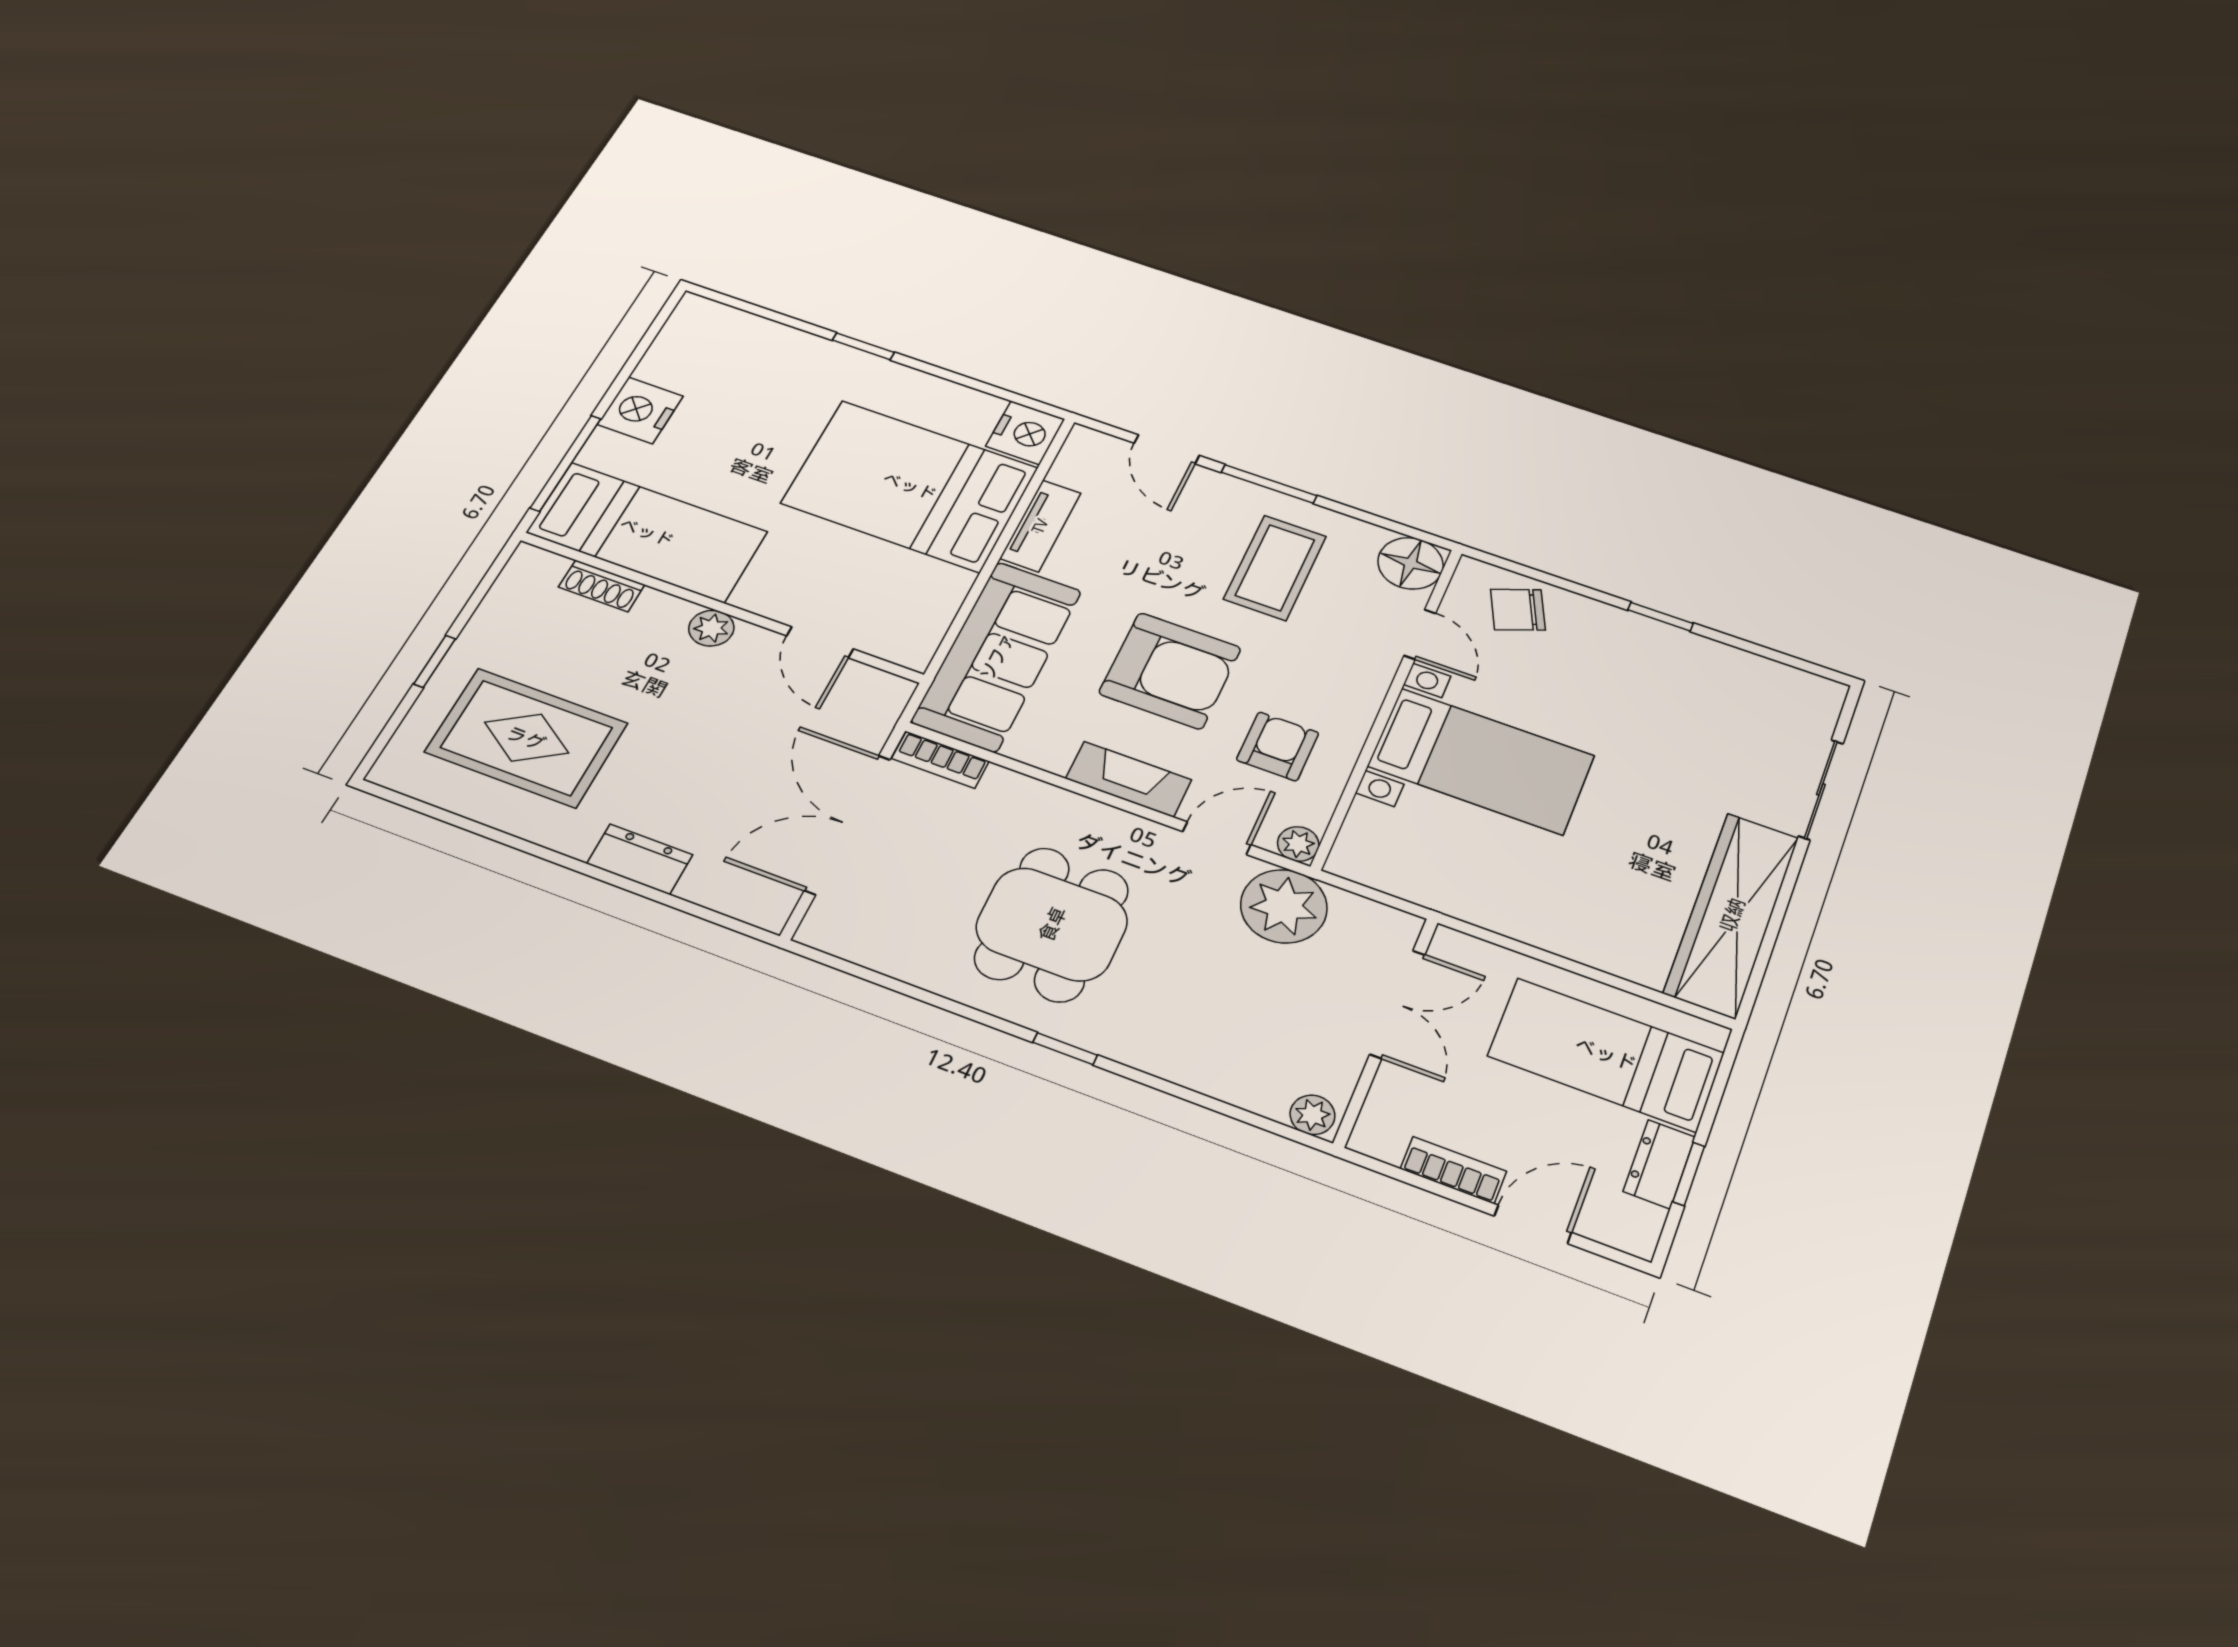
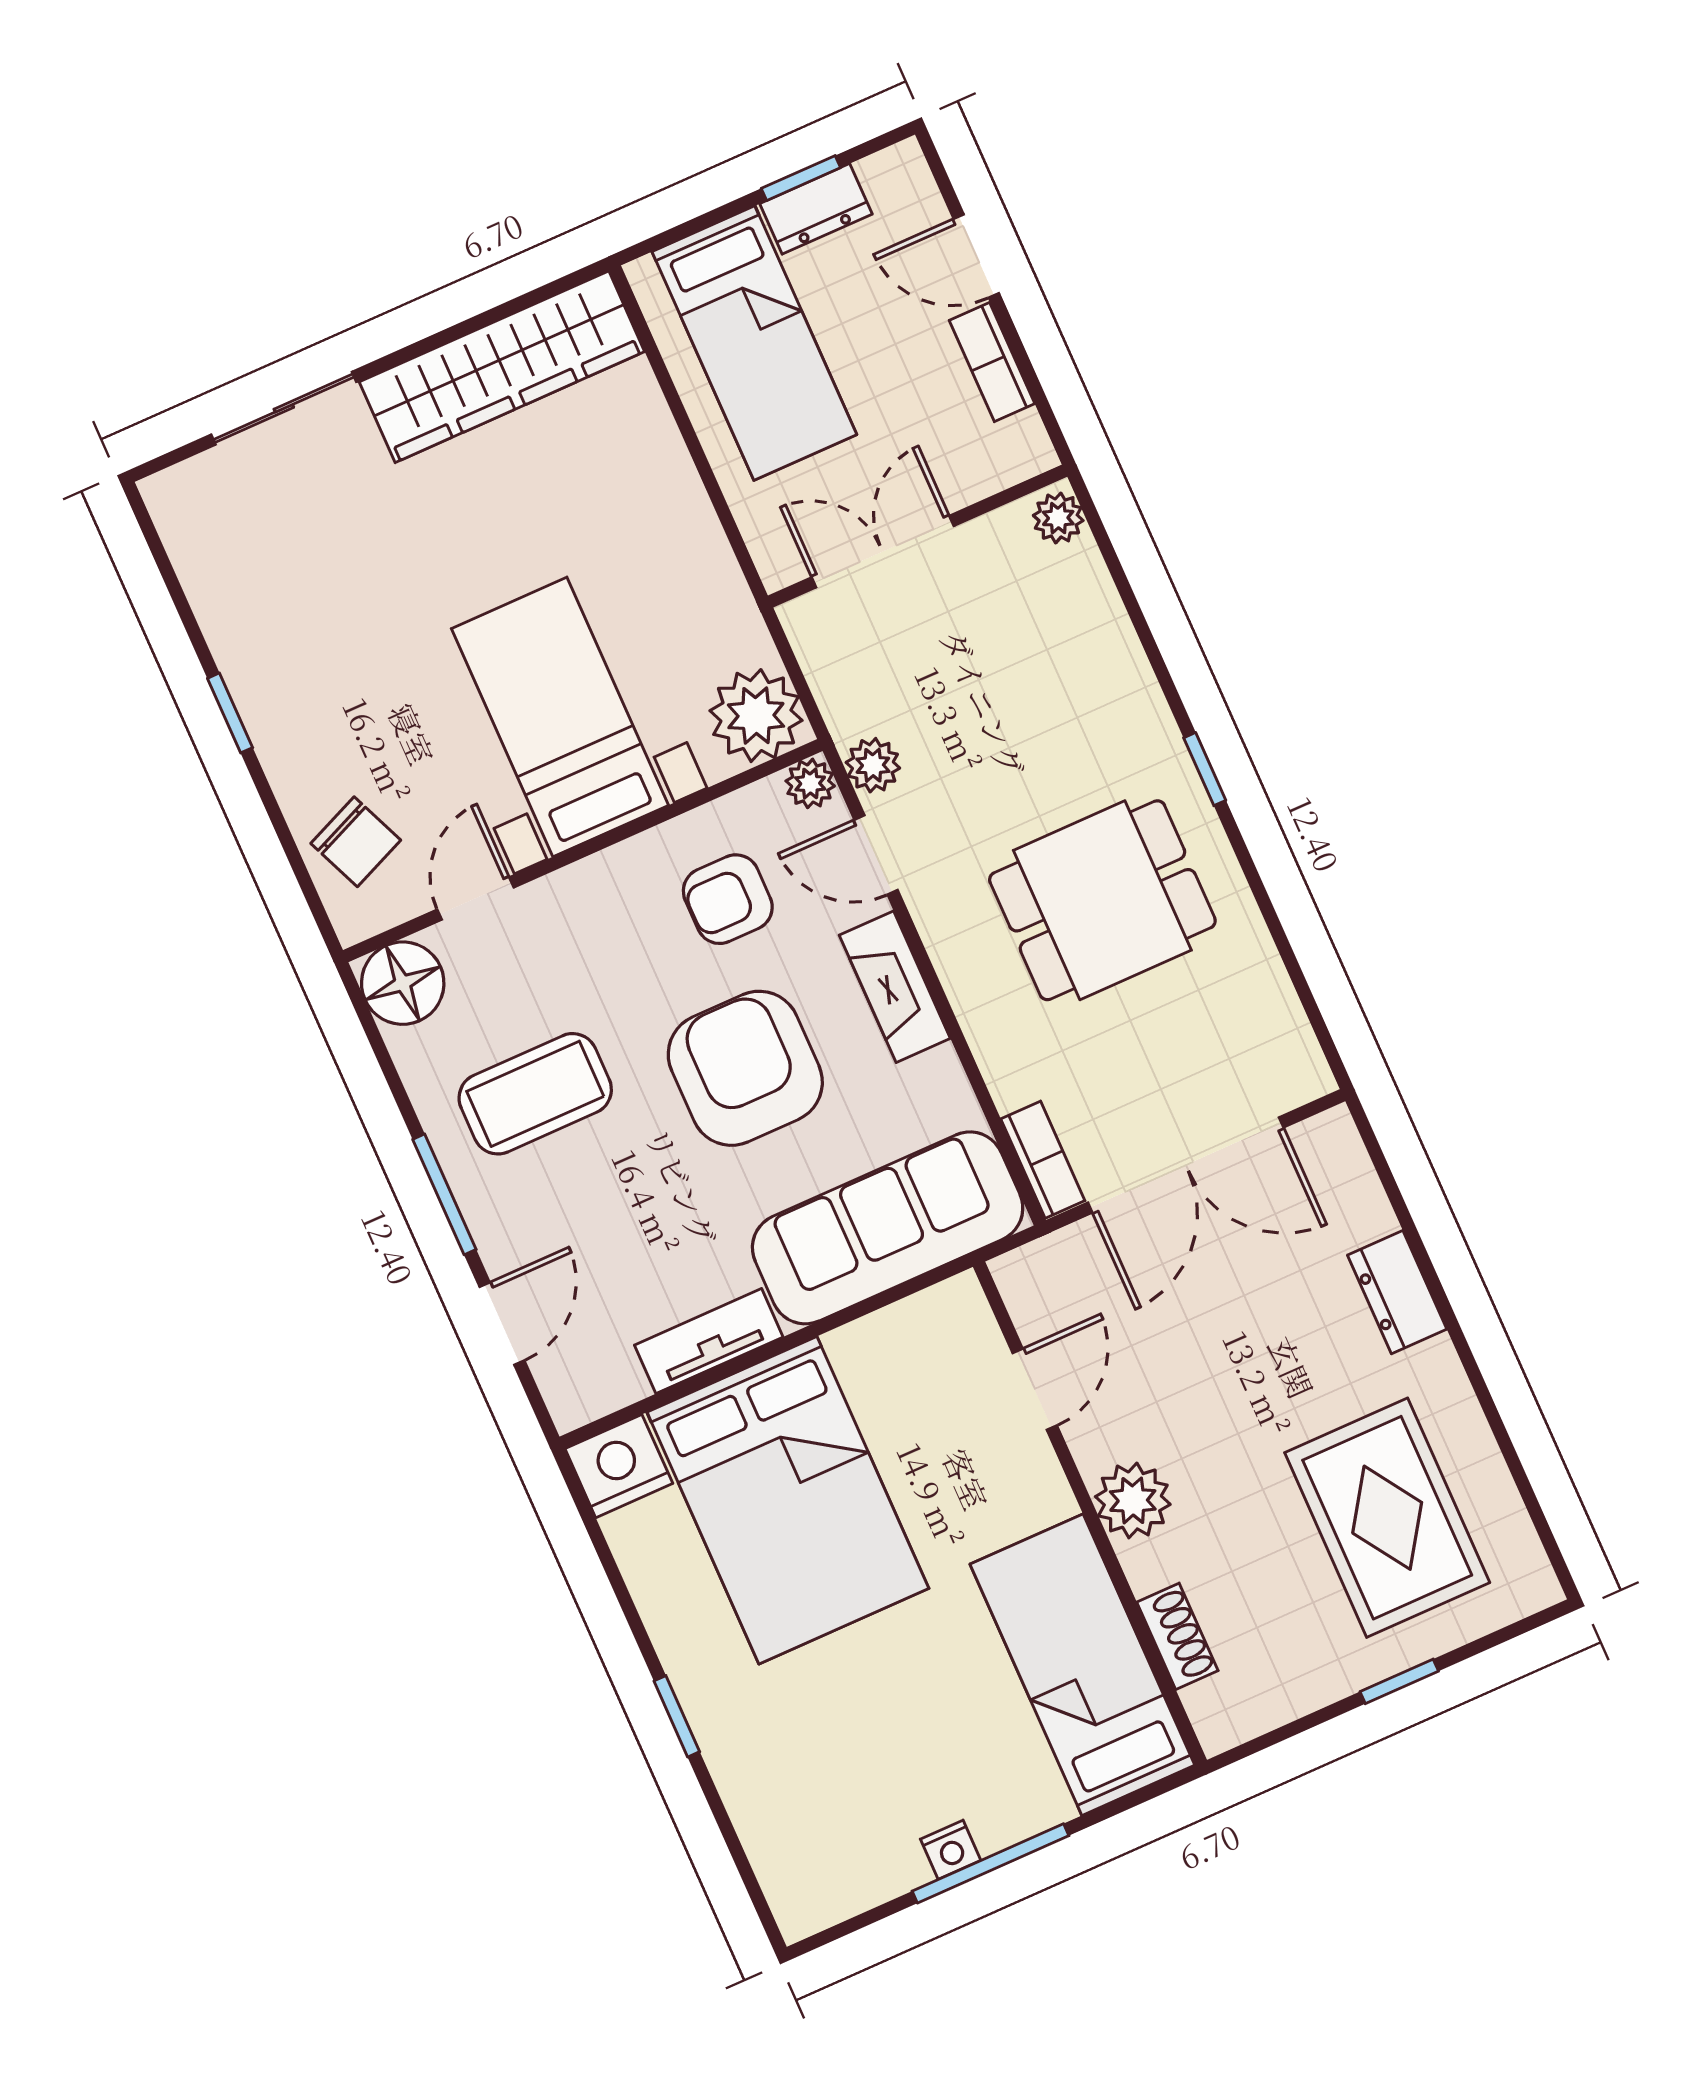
nightstand: (640, 410) -> (951, 1850), width x0.53, depth x0.56
window: (566, 463) -> (991, 1863), moved
plant: (711, 628) -> (1133, 1500), width x1.38, depth x1.38
plant: (1371, 853) -> (756, 716), added
plant: (1284, 906) -> (873, 765), width x0.53, depth x0.53

